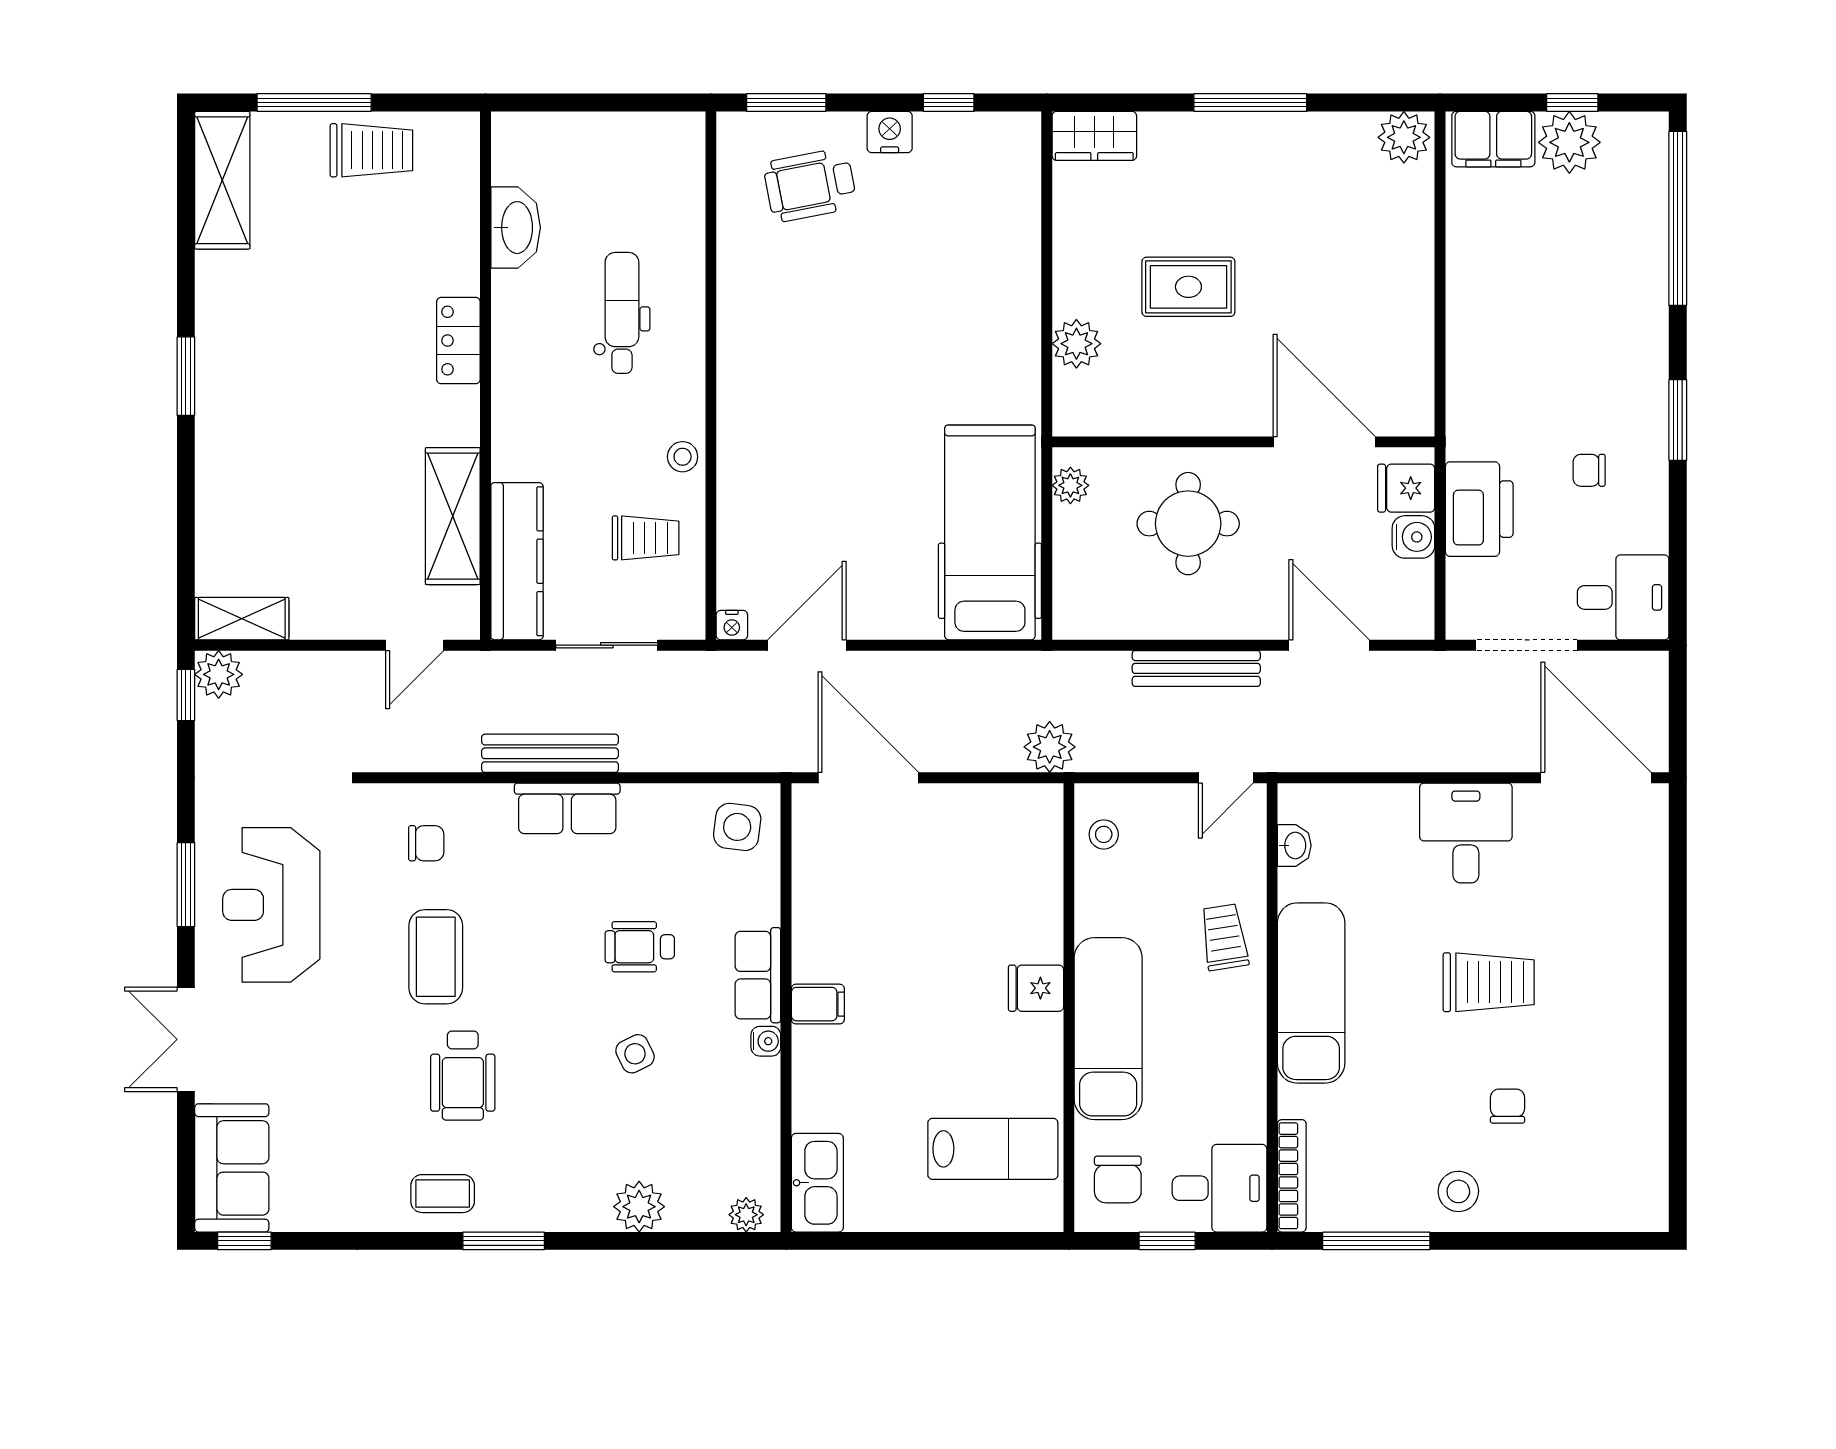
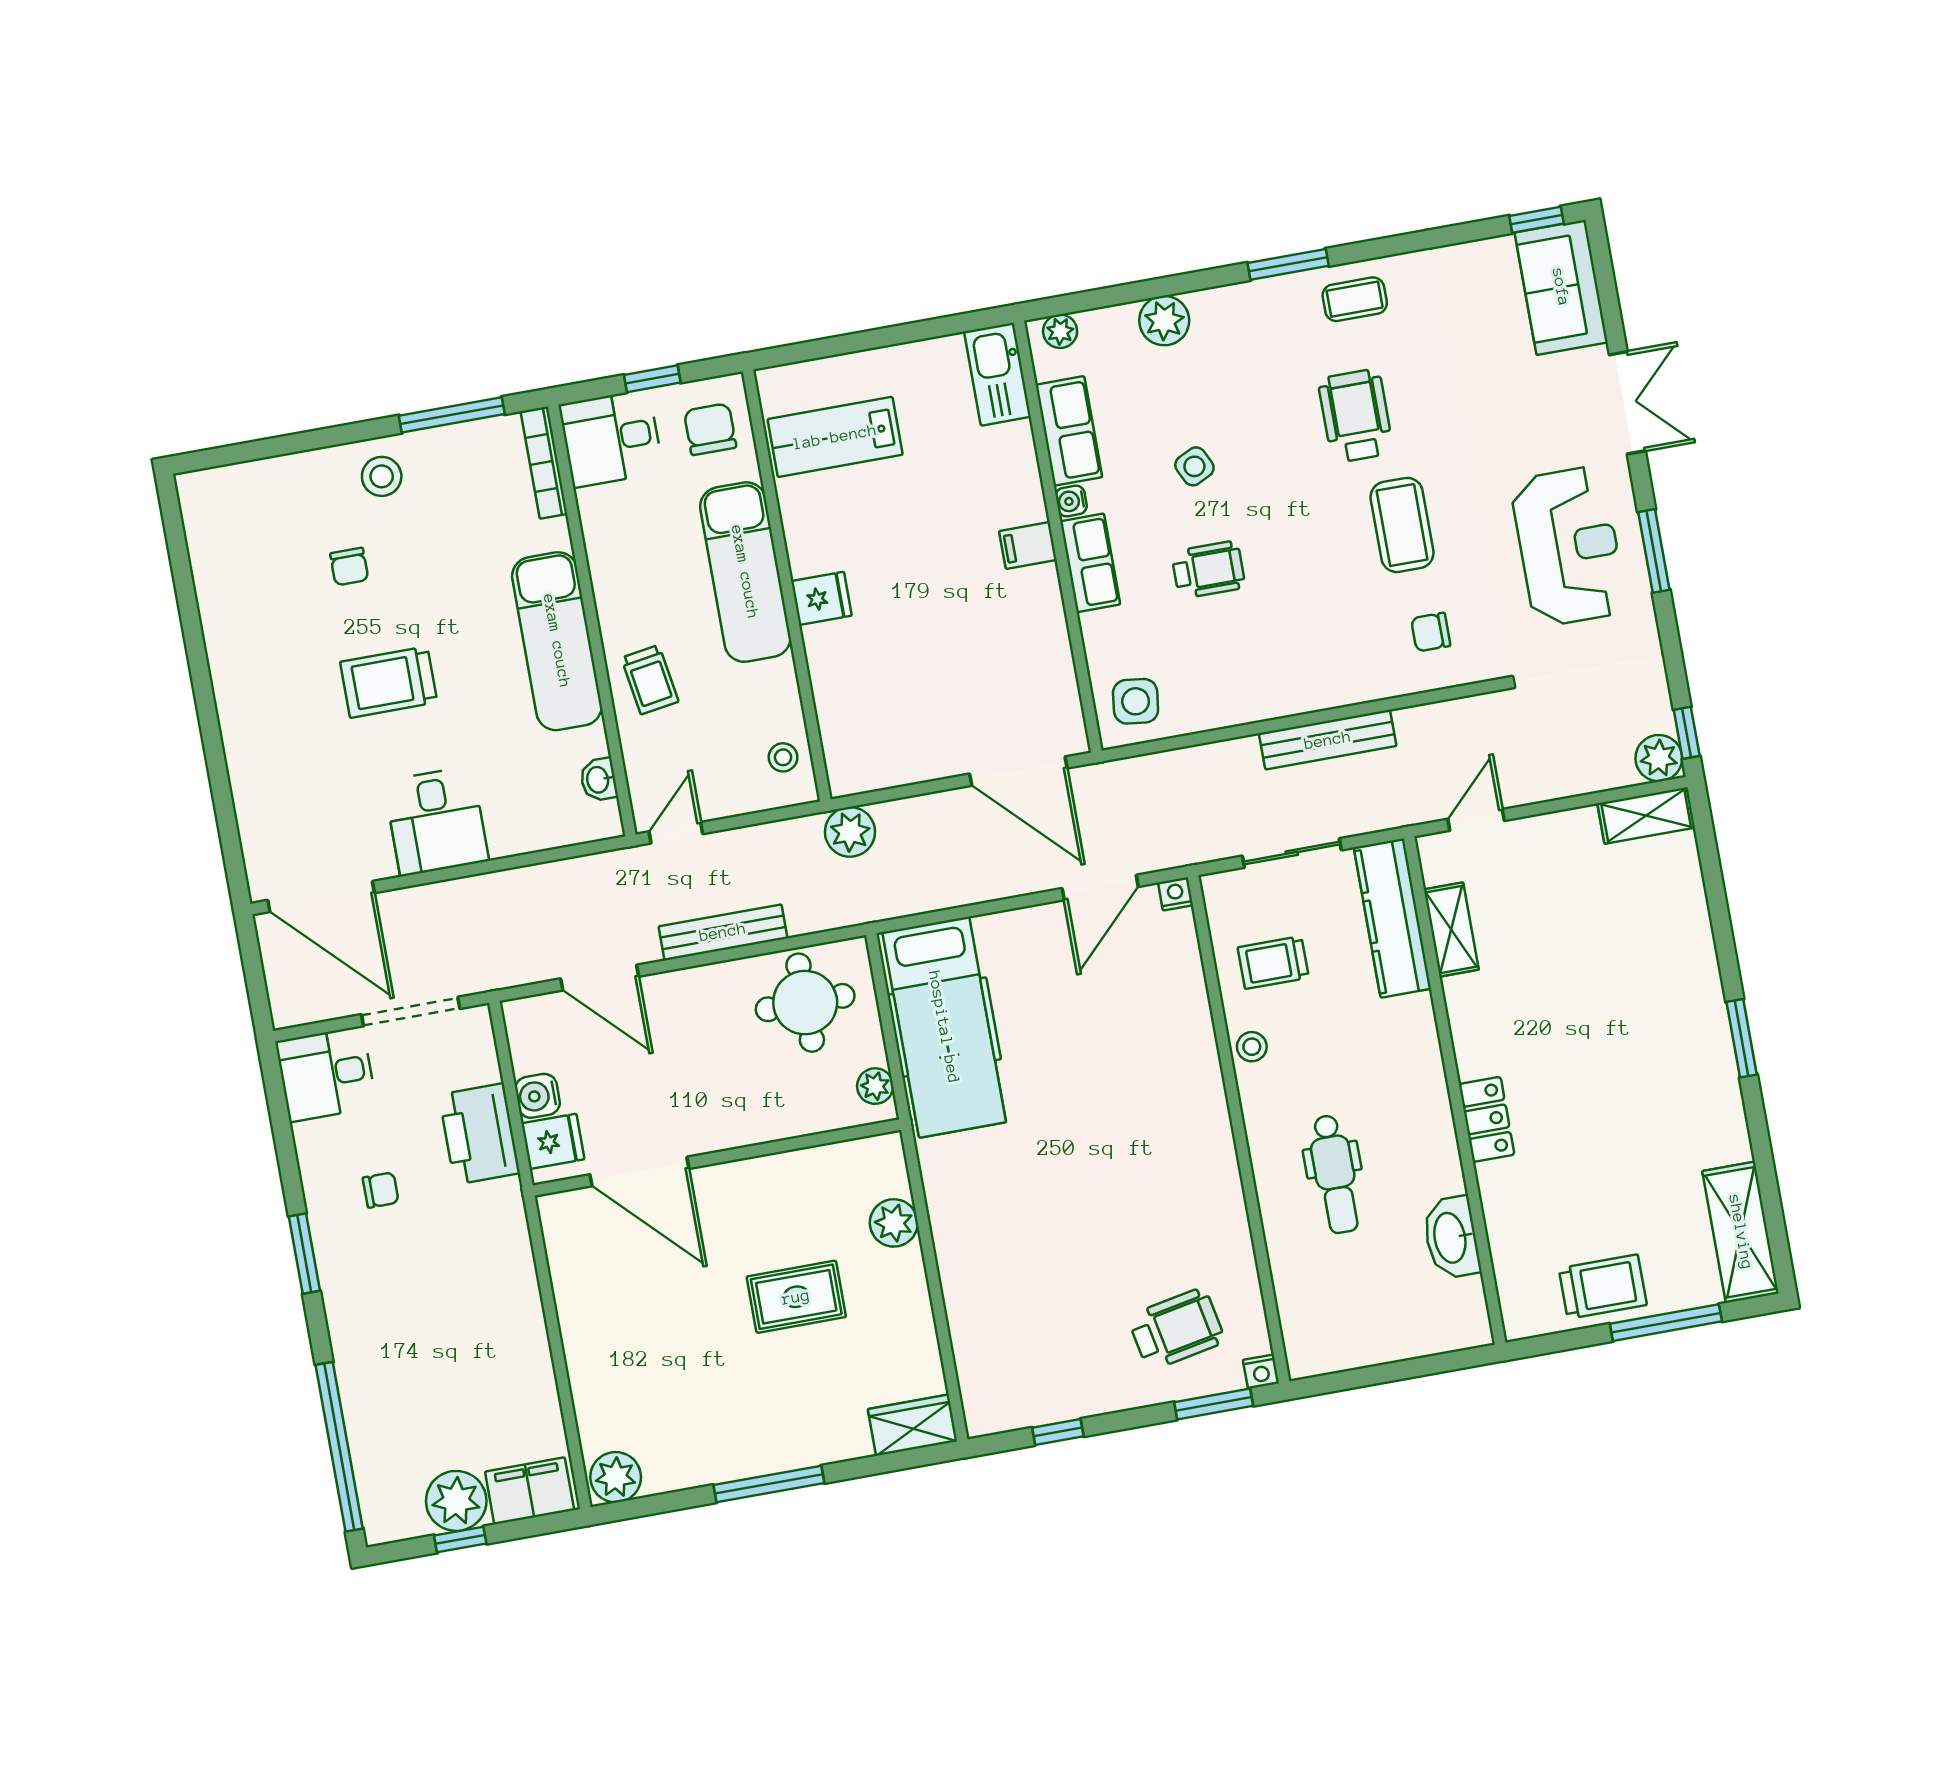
nightstand: (890, 132) -> (1261, 1372), moved, width x0.72, depth x0.74
trolley: (371, 150) -> (1603, 1287), turned 180
shelving: (453, 516) -> (1451, 930), width x0.67, depth x0.75
round table: (1188, 524) -> (805, 1003), moved
row of seats: (567, 808) -> (1069, 431), moved, turned 90

